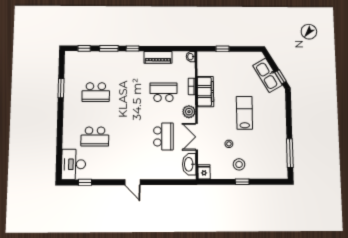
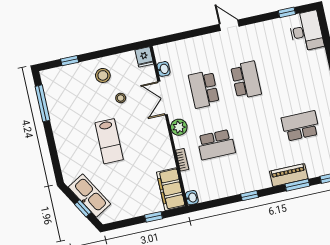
window: (133, 48) -> (249, 196), moved
piano: (158, 57) -> (289, 175), moved
window: (280, 77) -> (83, 208), moved
filing cabinet: (205, 92) -> (171, 189), moved
school desk: (95, 137) -> (246, 80), moved, turned 90
double door: (197, 137) -> (163, 98), swing flipped
washbasin: (189, 164) -> (163, 69), width x0.52, depth x0.69
window: (242, 182) -> (70, 61), moved

